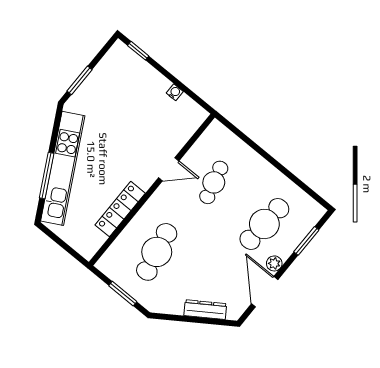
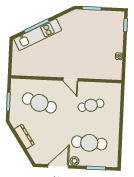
kitchen unit: (63, 168) -> (38, 35), width x0.73
door: (169, 169) -> (70, 79), moved
locker: (120, 209) -> (46, 71), removed
cafe table: (157, 252) -> (39, 103), turned 30
dresser: (205, 310) -> (24, 137), moved

